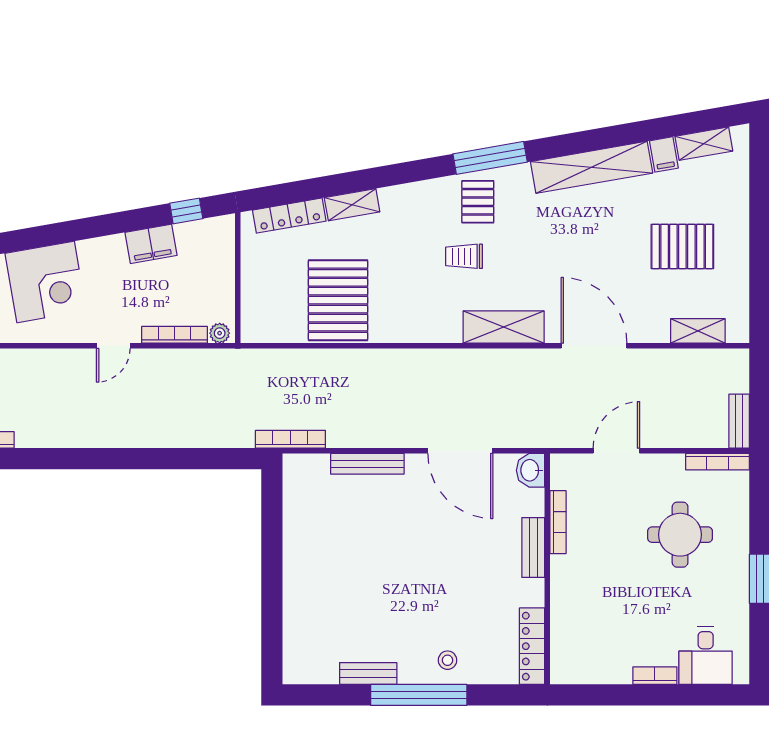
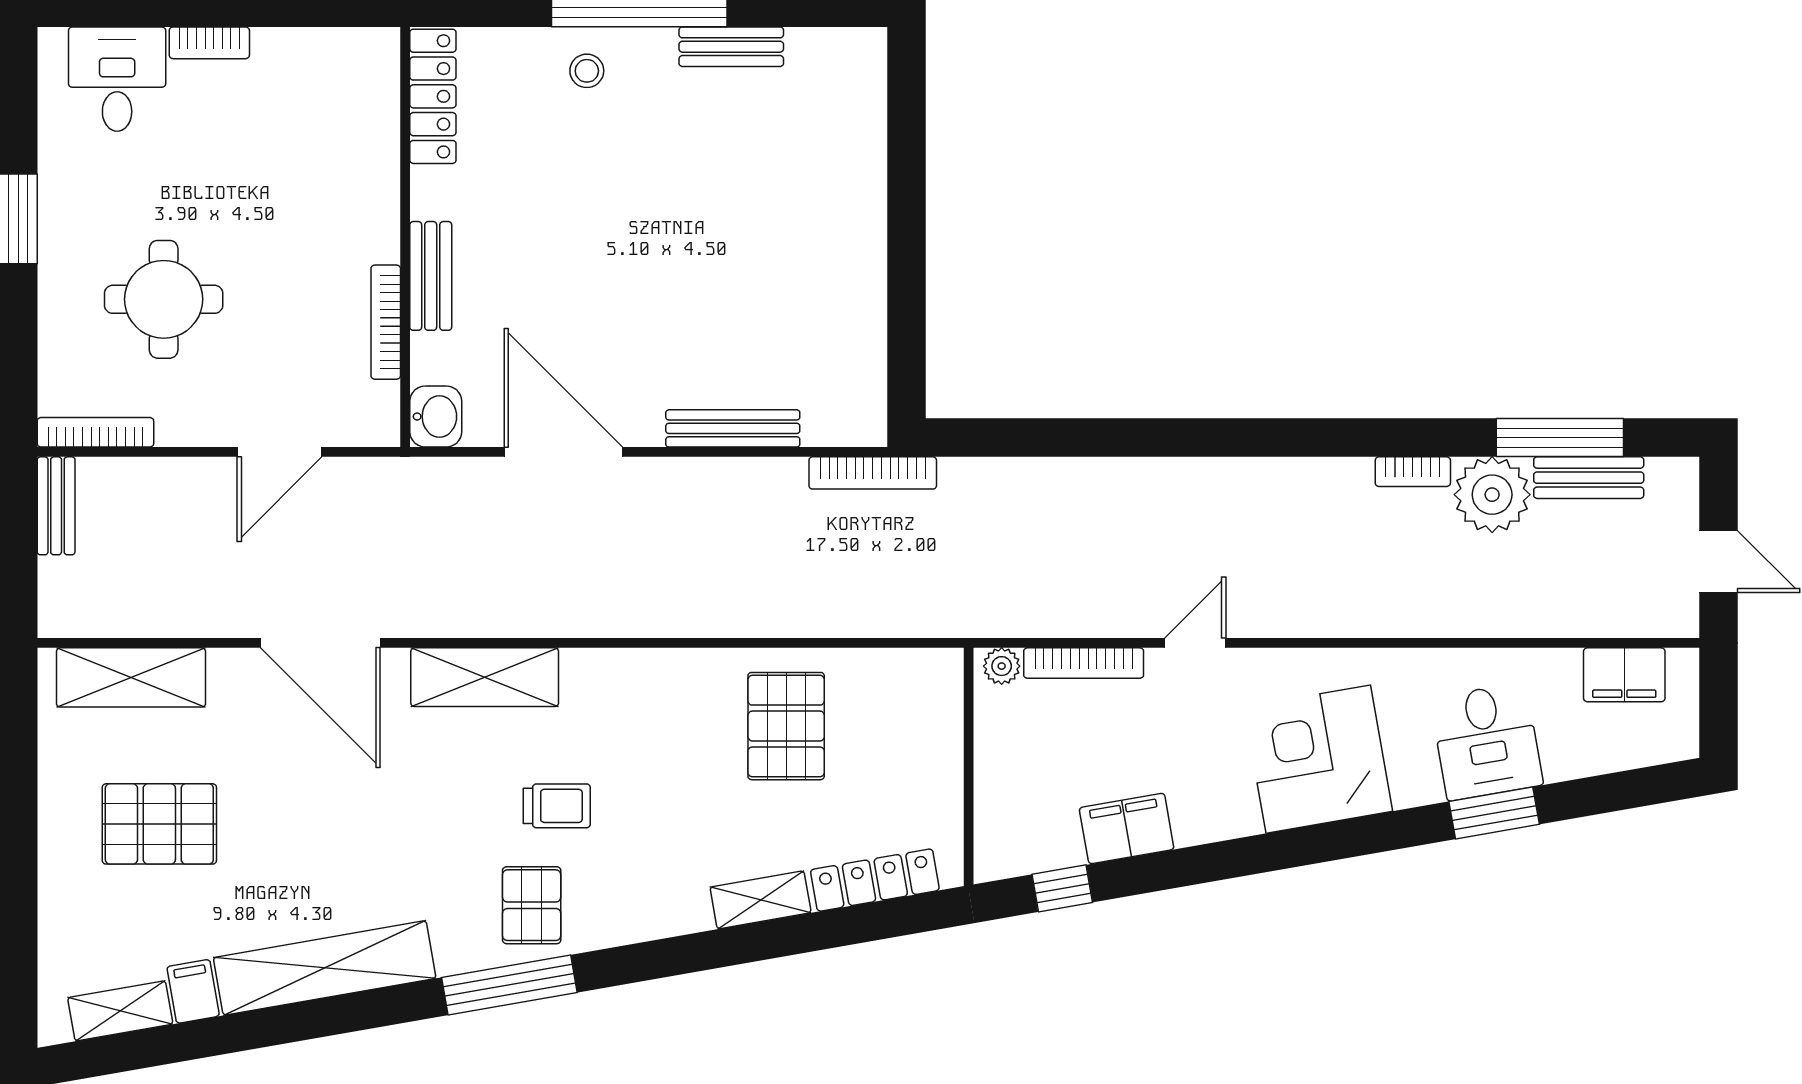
pallet: (338, 300) -> (786, 726), width x0.73, depth x0.71
shelving: (698, 331) -> (131, 677), width x1.50, depth x1.33

